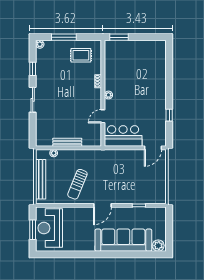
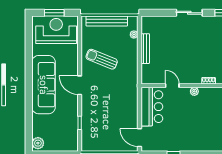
sofa: (123, 240) -> (44, 85), moved

